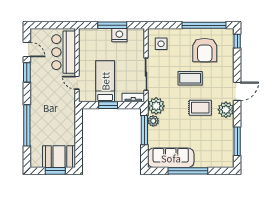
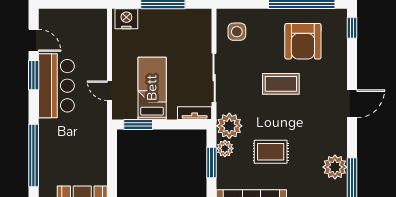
nightstand: (119, 35) -> (126, 19), moved
bar counter: (64, 52) -> (56, 86), moved, turned 180
window: (108, 105) -> (138, 124), moved
rug: (200, 108) -> (271, 152), moved
plant: (226, 110) -> (335, 167), moved
window: (144, 130) -> (212, 162), width x0.69

